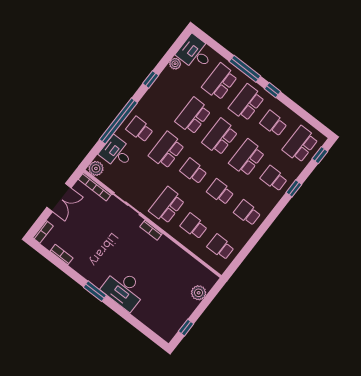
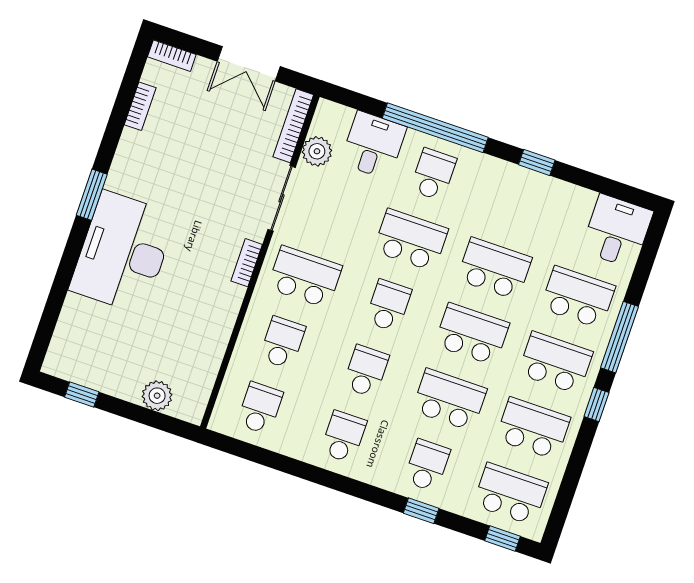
plant: (175, 64) -> (583, 199), removed
school desk: (273, 123) -> (533, 428), width x1.85
plant: (96, 168) -> (317, 151), moved
desk: (124, 289) -> (123, 252), width x1.36, depth x1.30

